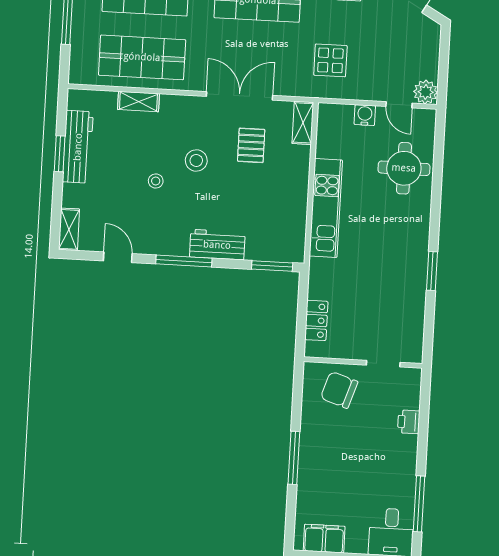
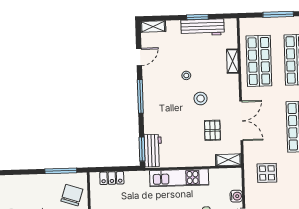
pallet: (251, 145) -> (212, 130), turned 90
workbench: (217, 245) -> (153, 151), moved
window: (294, 458) -> (61, 171), moved

